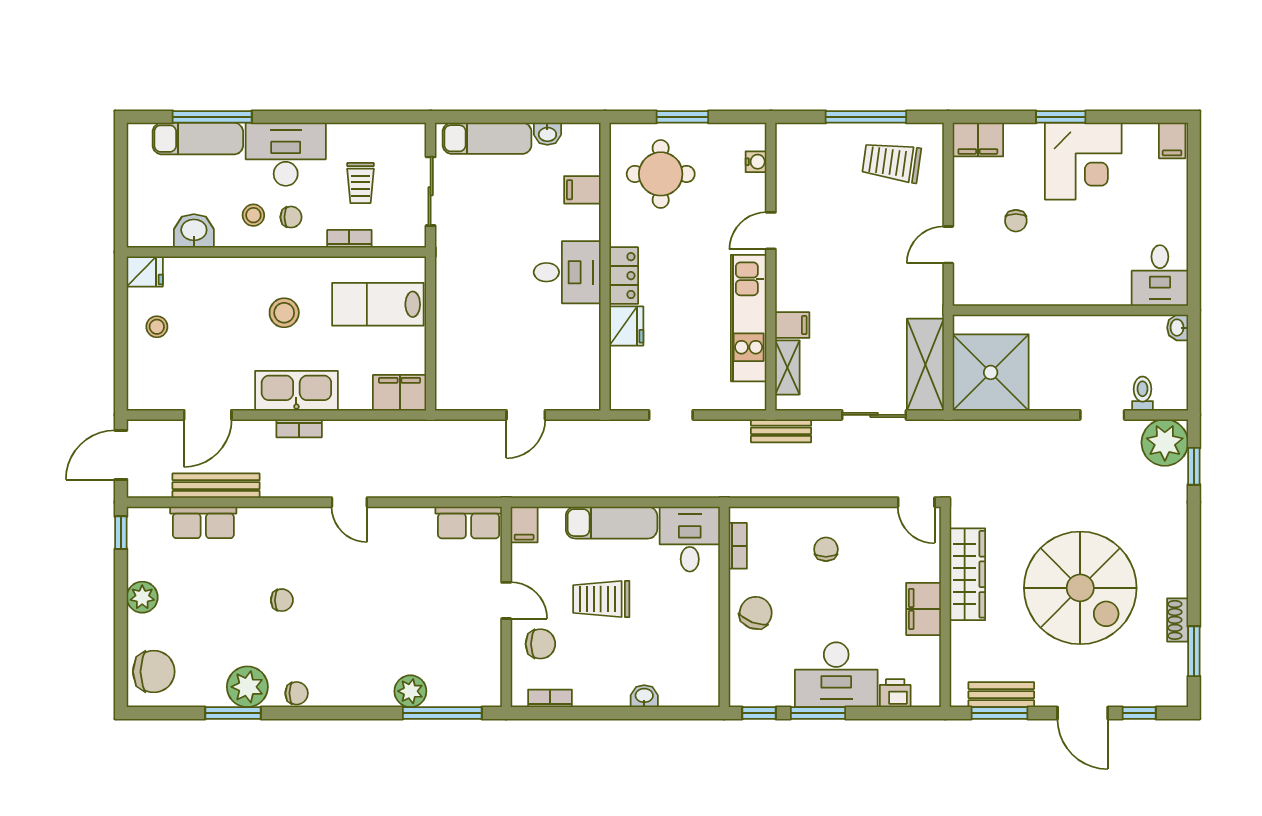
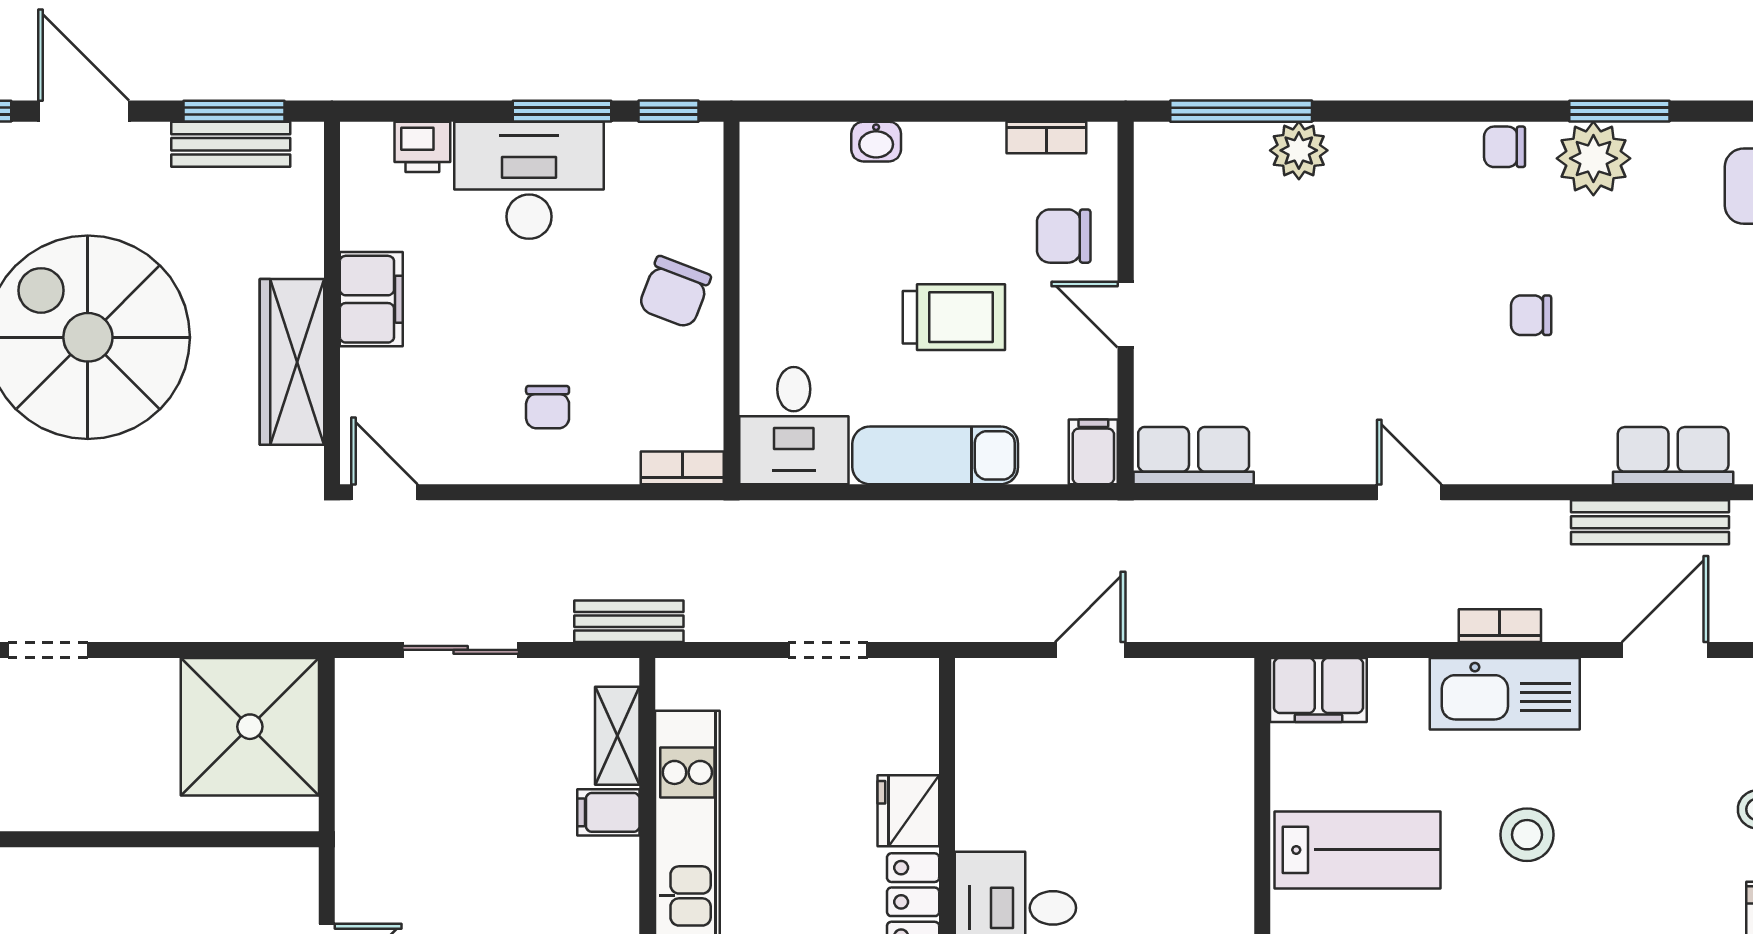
shelving: (925, 365) -> (368, 741), removed
bookcase: (738, 546) -> (682, 468), moved, turned 90

